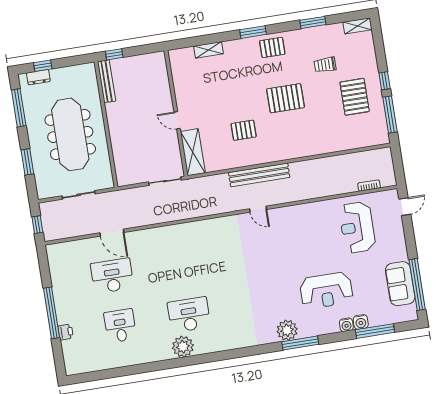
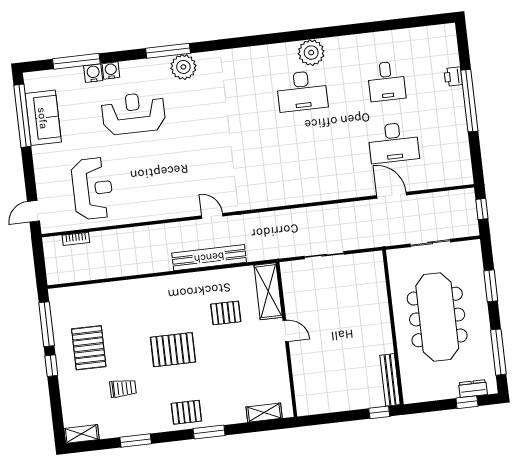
wall: (176, 113) -> (287, 340), moved
door: (177, 120) -> (286, 331), moved
shelving: (193, 152) -> (268, 291), moved

